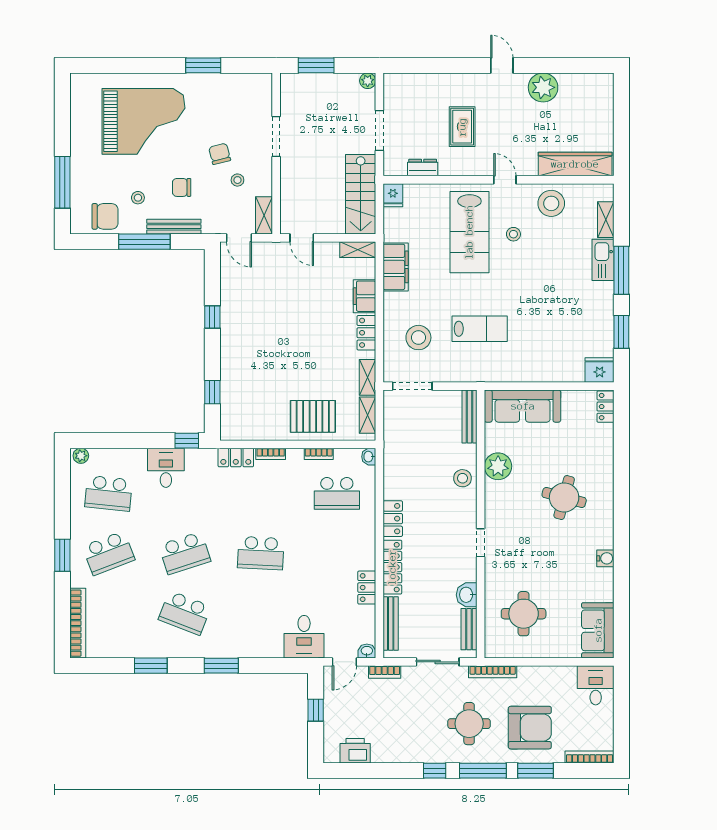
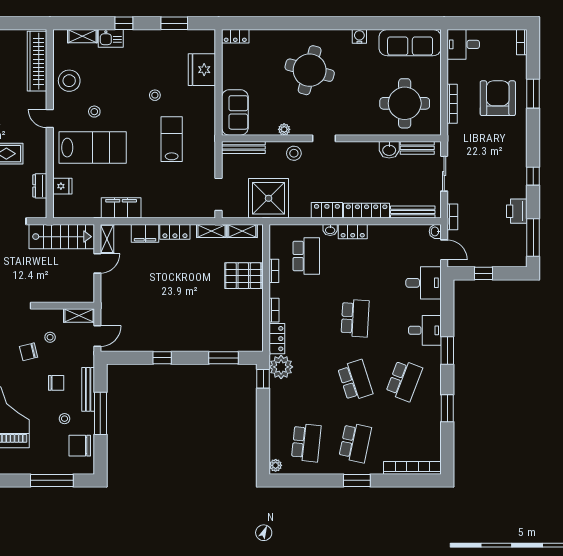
door: (505, 180) -> (50, 119), hinge flipped
chair: (182, 187) -> (56, 383), turned -90
fridge: (393, 195) -> (62, 186), moved
chair: (105, 216) -> (80, 446), turned -90
door: (302, 238) -> (97, 263), moved
kitchen sink: (603, 260) -> (111, 38), width x0.73
window: (621, 270) -> (124, 23), width x0.46
stool: (418, 338) -> (155, 95), moved, width x0.53, depth x0.53
fridge: (600, 370) -> (202, 70), moved, width x1.36, depth x1.34
window: (212, 392) -> (223, 358), width x1.50
sofa: (523, 406) -> (235, 112), width x0.73
pallet: (313, 416) -> (243, 276), turned 90
shower: (407, 447) -> (269, 198), added
washbasin: (369, 457) -> (330, 230), moved
plant: (201, 463) -> (281, 367), added
plant: (498, 466) -> (284, 129), width x0.53, depth x0.53
desk: (166, 468) -> (425, 330), moved, turned 180
round table: (564, 498) -> (310, 70), width x1.36, depth x1.36
doorway: (481, 543) -> (324, 138), moved
school desk: (109, 553) -> (355, 443), turned 33
locker: (367, 588) -> (353, 232), moved
round table: (524, 614) -> (405, 103), width x1.36, depth x1.36
sofa: (598, 630) -> (410, 43), width x1.36
bookcase: (493, 672) -> (452, 104), moved
round table: (469, 724) -> (495, 148), removed
printer: (355, 751) -> (517, 211), moved
bookcase: (590, 757) -> (522, 42), width x0.64
window: (483, 771) -> (533, 238), moved

